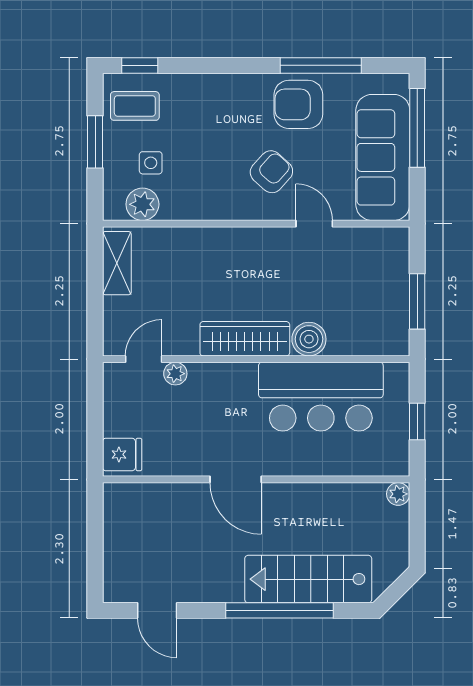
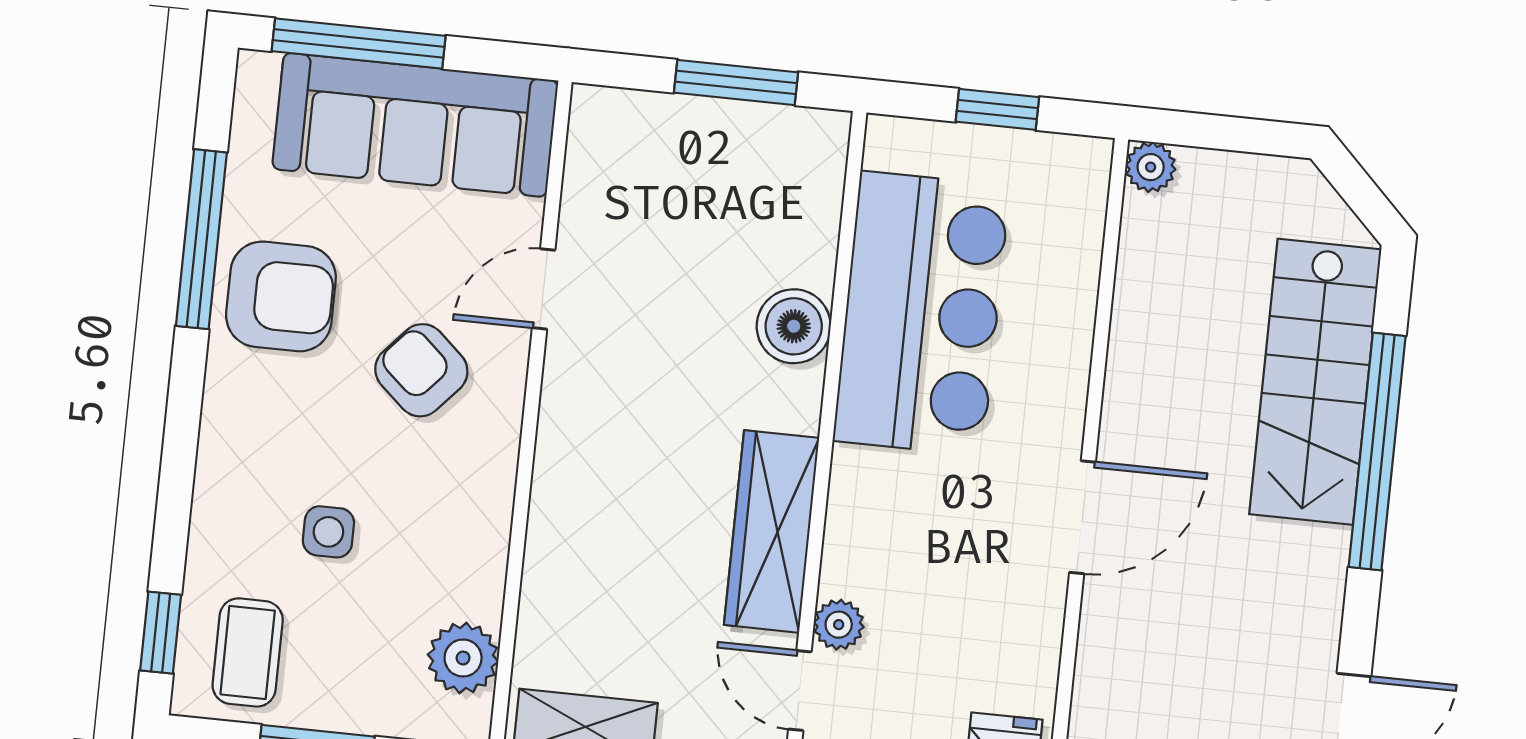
armchair: (298, 104) -> (281, 296), turned -90
side table: (151, 163) -> (328, 532), moved
wardrobe: (245, 339) -> (772, 531), moved

